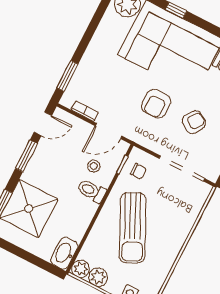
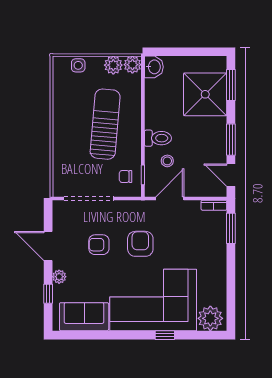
bookcase: (85, 111) -> (214, 205), moved
armchair: (194, 122) -> (99, 245), turned 56
door: (43, 124) -> (231, 175), hinge flipped
sun lounger: (133, 228) -> (105, 124), turned 31
washbasin: (64, 253) -> (154, 67), width x0.72

